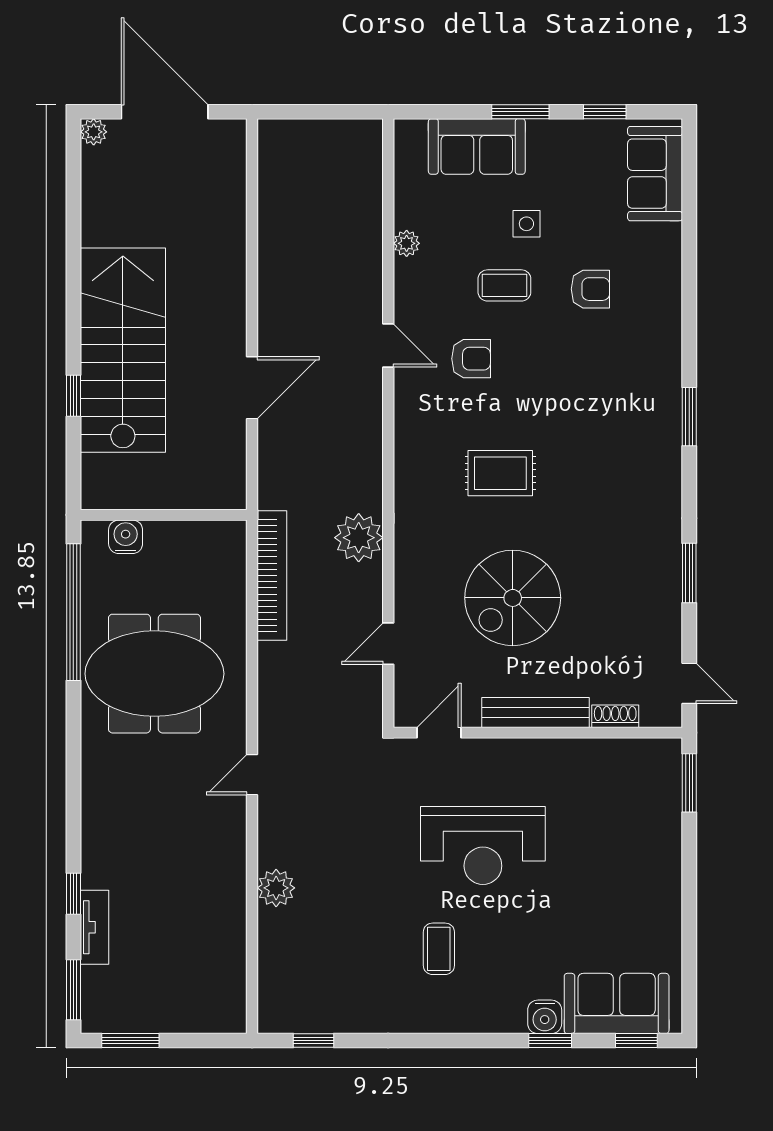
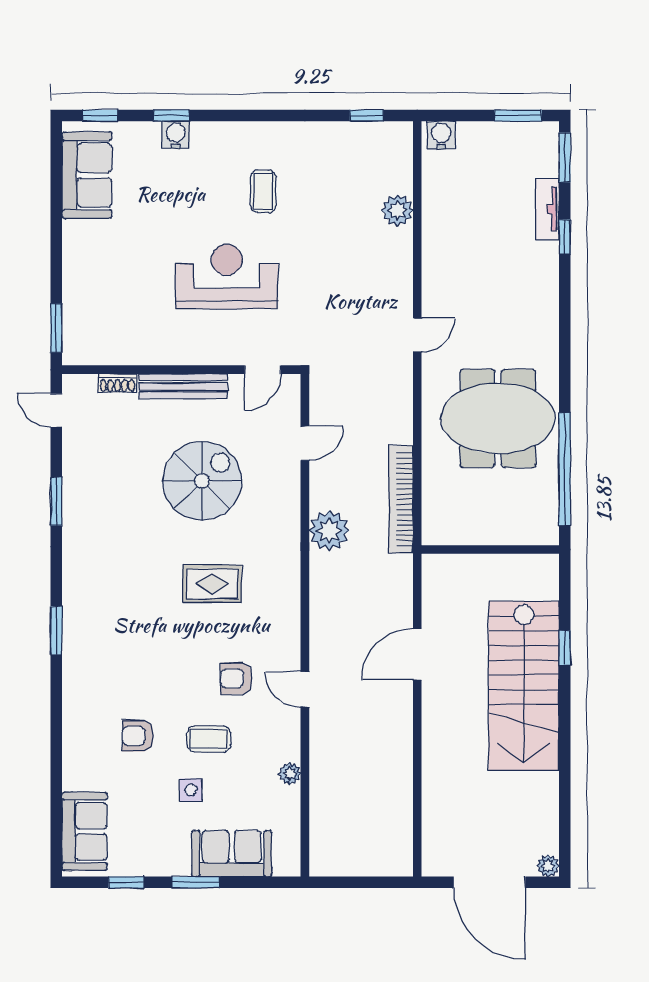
water cooler: (126, 537) -> (441, 135), moved, turned 180
plant: (276, 888) -> (397, 210), moved
sofa: (617, 1003) -> (87, 175), moved, turned -90

